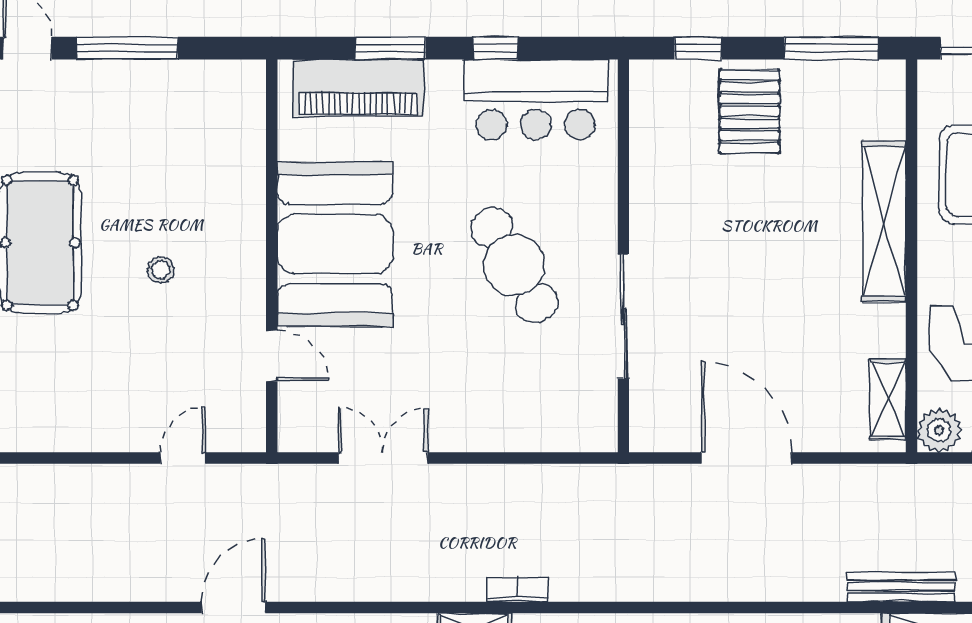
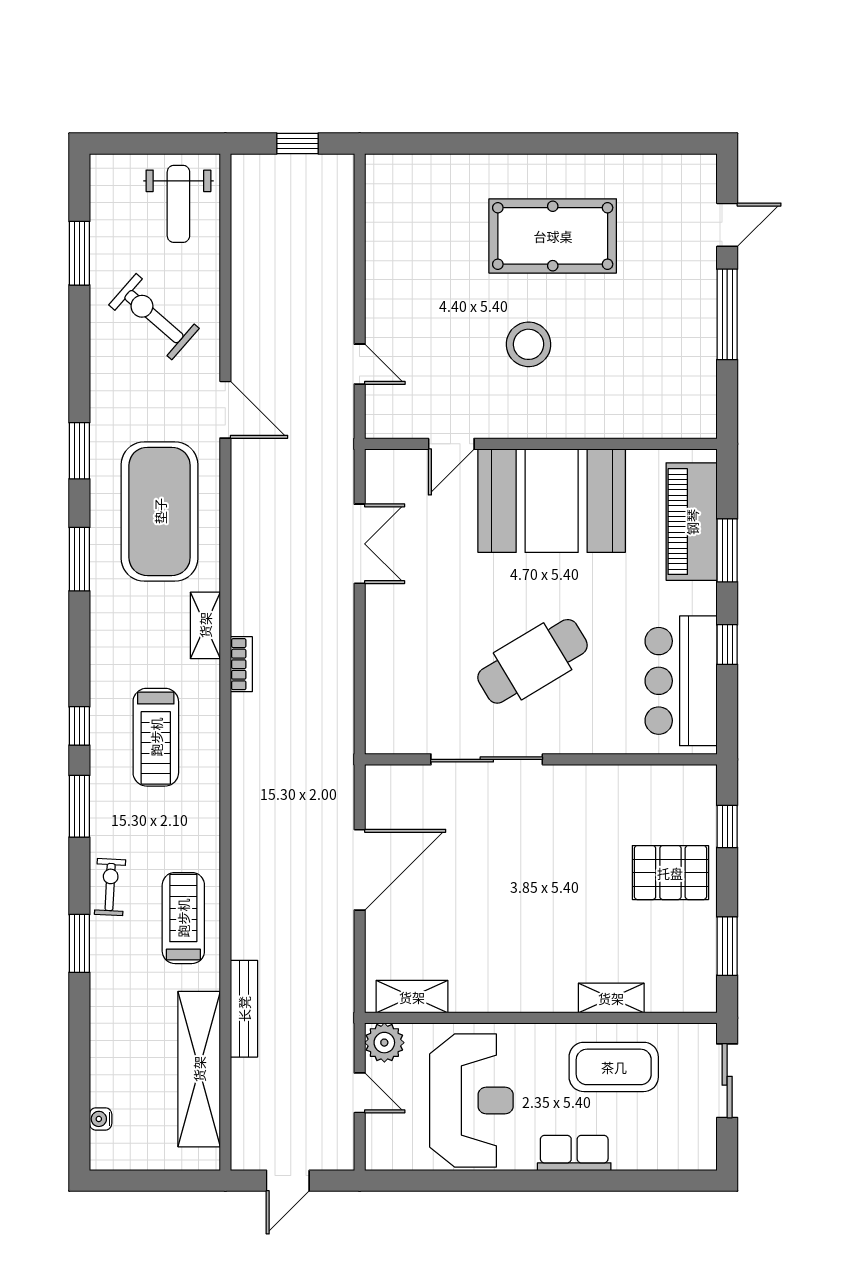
window: (832, 48) -> (727, 946), width x0.69
shelving: (884, 221) -> (611, 998), width x0.45, depth x0.75
stool: (161, 270) -> (529, 344), width x1.89, depth x1.89

